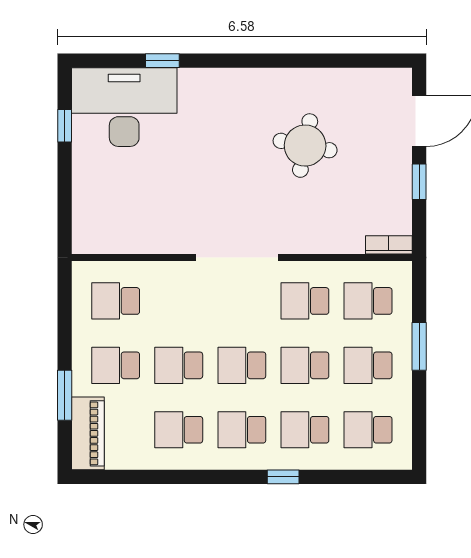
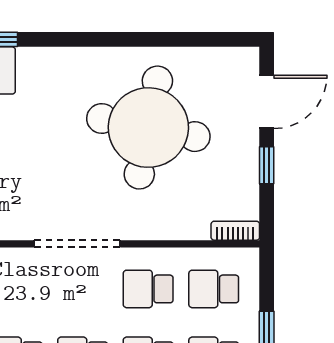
round table: (305, 146) -> (148, 128), width x1.86, depth x1.86

